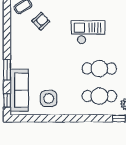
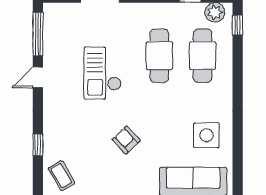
armchair: (41, 21) -> (126, 140), moved

